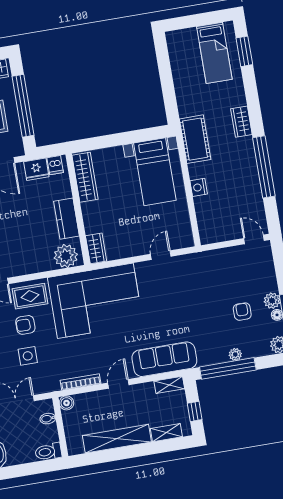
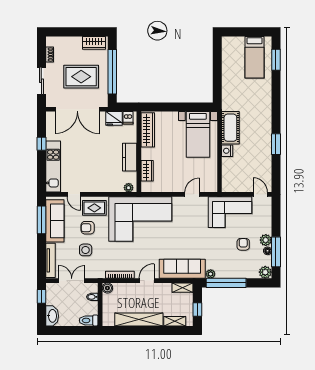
wardrobe: (241, 122) -> (265, 109), removed
cot: (195, 139) -> (230, 128), moved
window: (264, 167) -> (276, 144), width x0.47
wardrobe: (96, 248) -> (147, 171), moved
plant: (66, 256) -> (129, 188), width x0.53, depth x0.53
corner sofa: (217, 271) -> (230, 212), added
plant: (235, 354) -> (211, 274), moved

